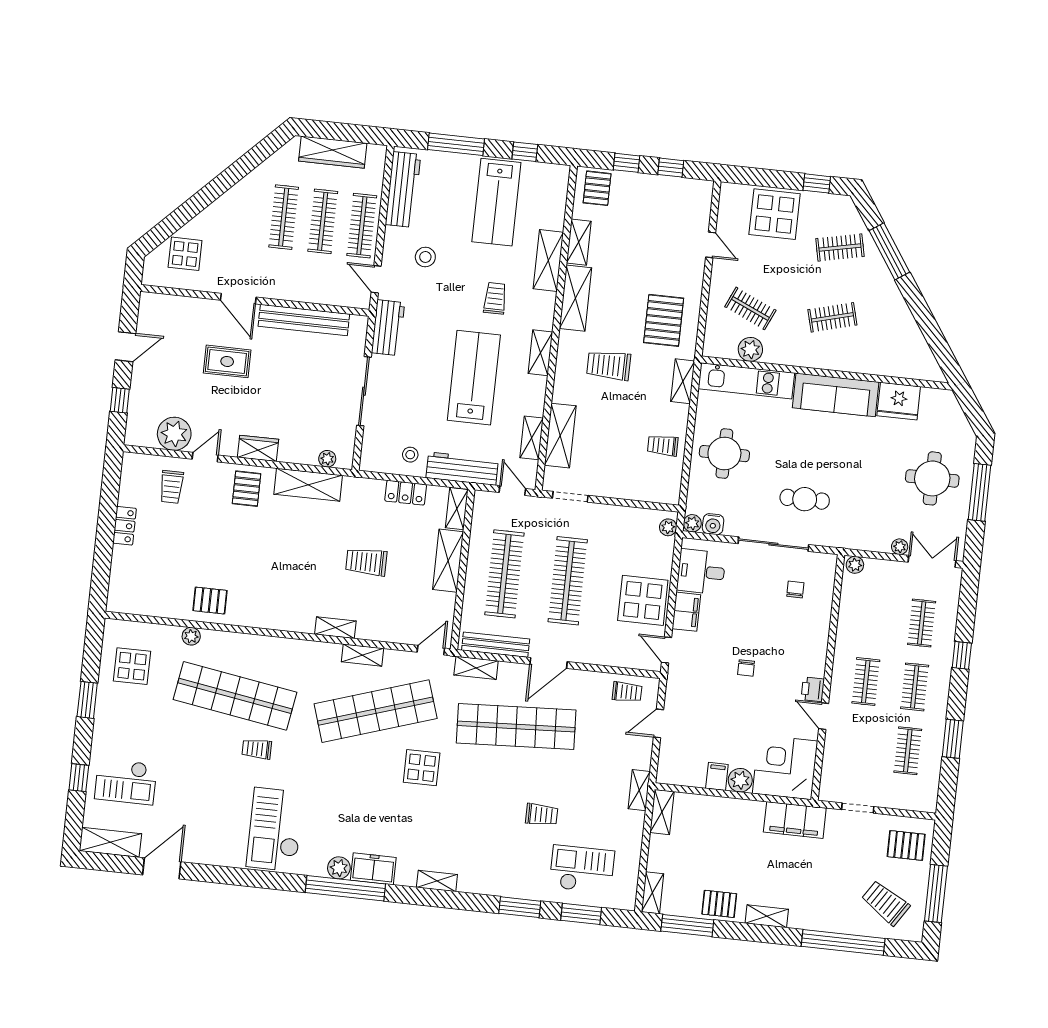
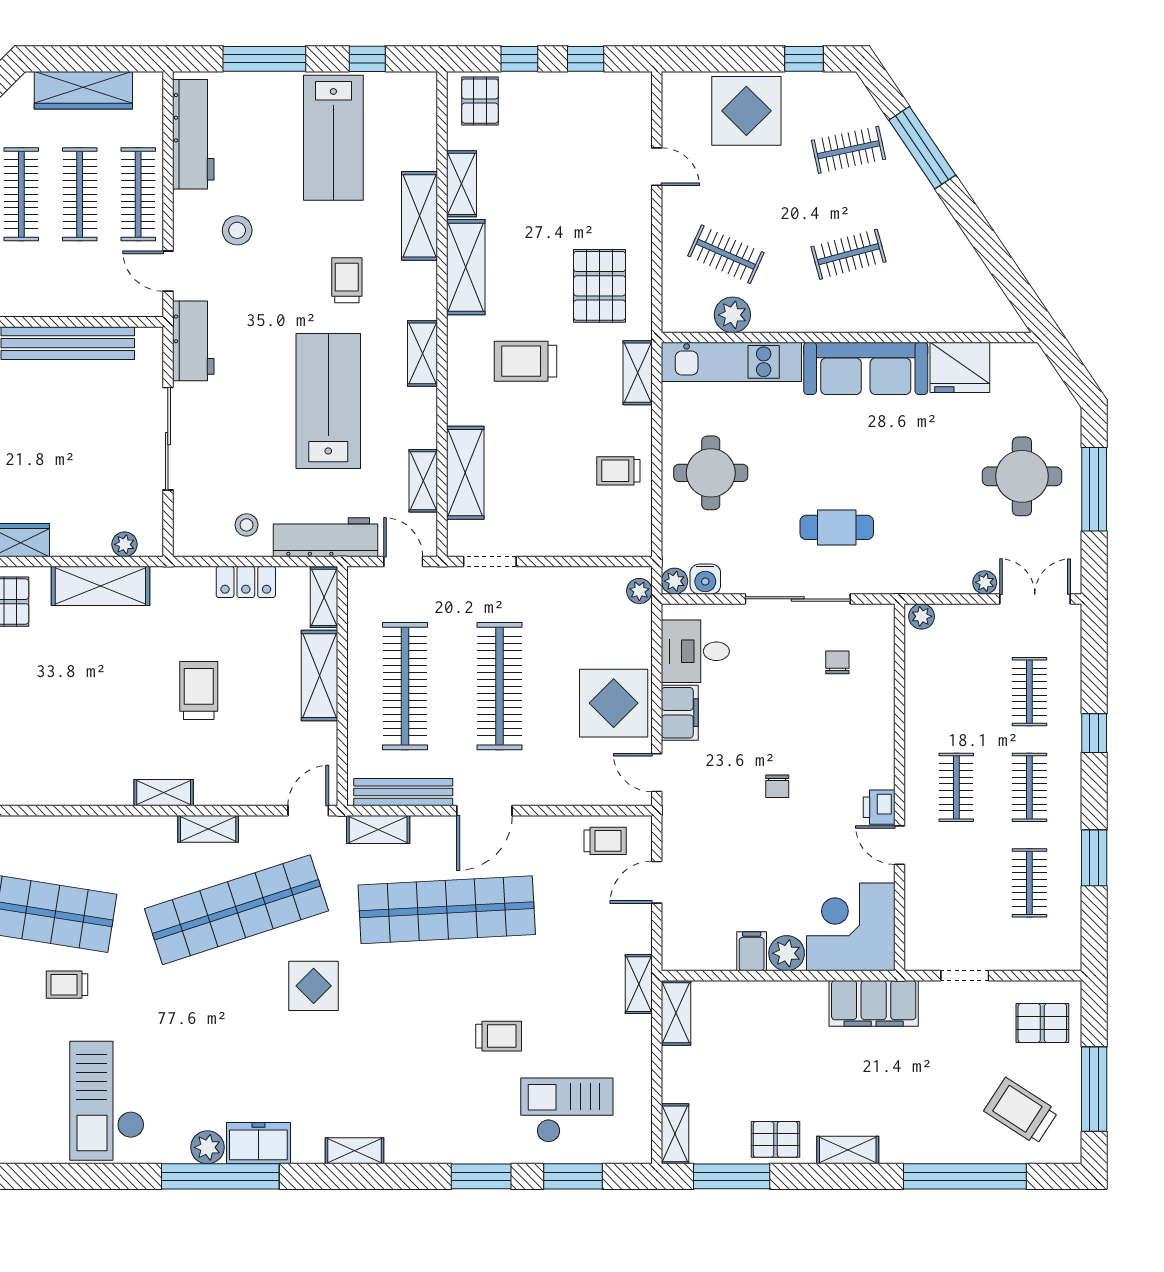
trolley: (366, 562) -> (199, 691), turned 90

